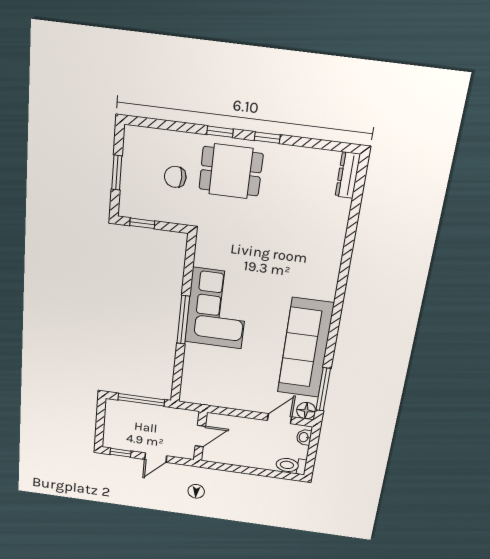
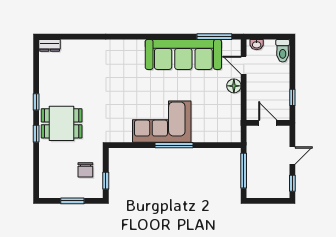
dining table: (231, 171) -> (62, 123), turned 90
dresser: (348, 175) -> (50, 45), width x0.70
chair: (175, 177) -> (85, 170), moved
floor lamp: (306, 411) -> (234, 86), moved
door: (156, 458) -> (292, 156), hinge flipped
window: (230, 468) -> (292, 97), added

